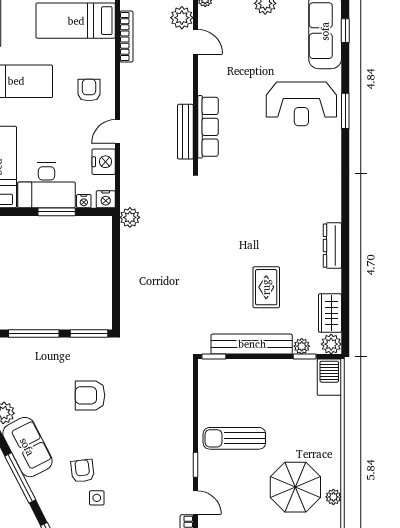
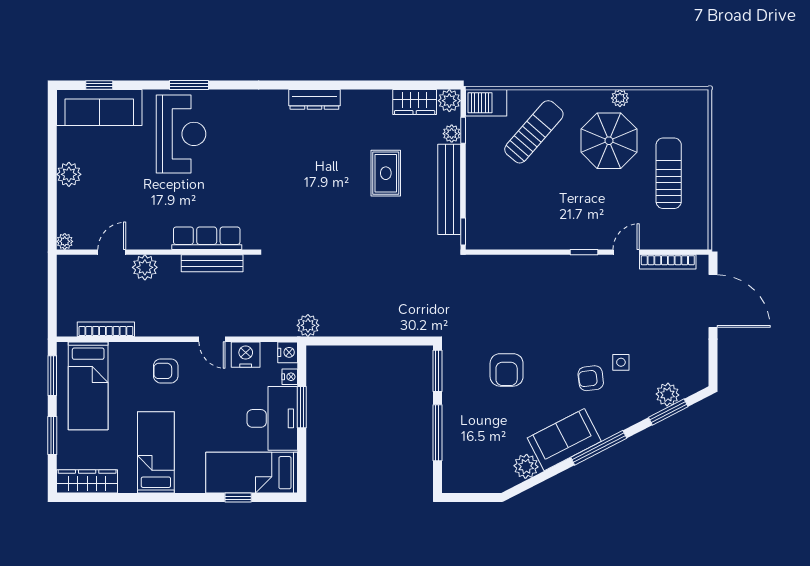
plant: (182, 18) -> (145, 267), moved
dresser: (332, 246) -> (314, 99), moved
rug: (266, 287) -> (386, 173), turned 90
sun lounger: (234, 438) -> (534, 132), moved, turned -139

